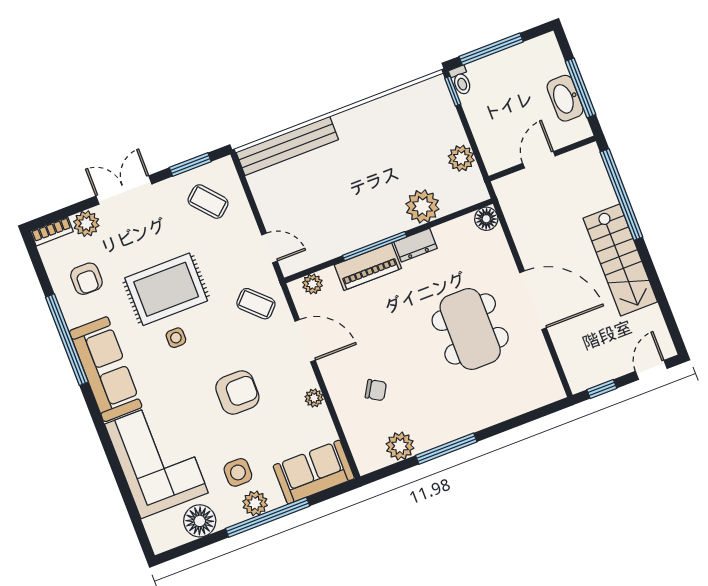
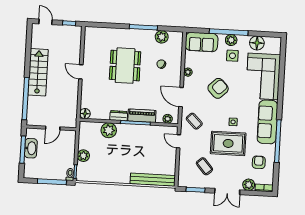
plant: (461, 158) -> (83, 156), moved
coffee table: (208, 202) -> (204, 166), moved
door: (533, 300) -> (81, 72), width x0.53
dining table: (470, 329) -> (125, 66), moved
door: (651, 370) -> (45, 22), swing flipped
armchair: (237, 393) -> (218, 88), turned 136

